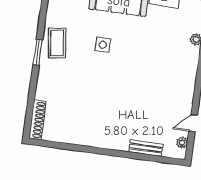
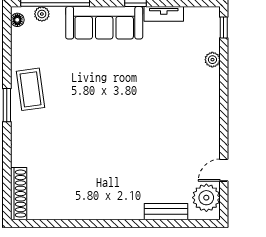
side table: (103, 45) -> (91, 83), removed
plant: (182, 143) -> (206, 198), width x1.87, depth x1.87

